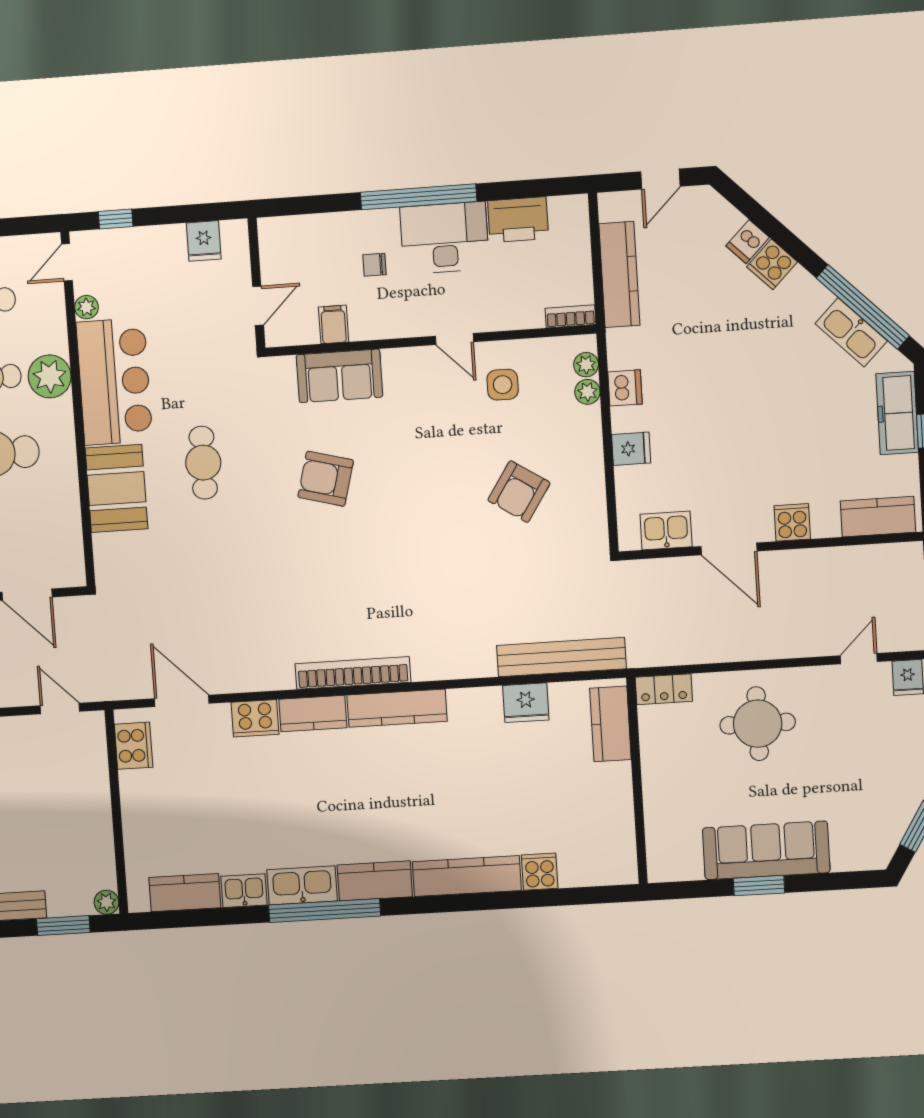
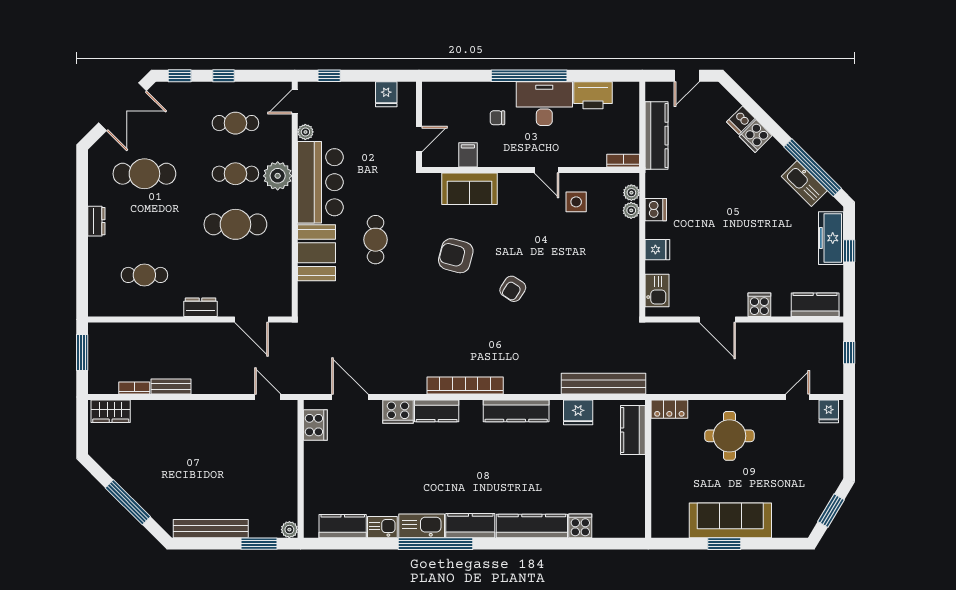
armchair: (519, 492) -> (513, 289), moved, width x0.72, depth x0.72
kitchen sink: (666, 531) -> (657, 291), moved, turned 90
kitchen counter: (397, 708) -> (516, 411), moved

